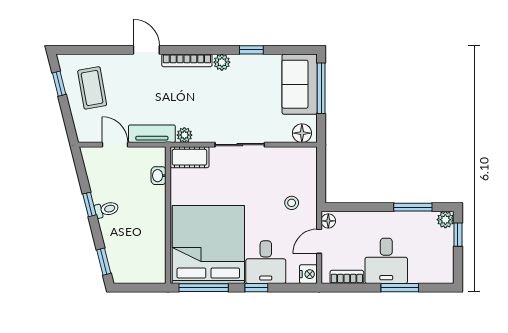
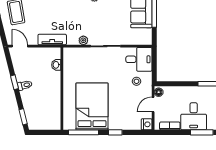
floor lamp: (302, 133) -> (143, 39), removed
plant: (184, 135) -> (83, 40), moved
door: (115, 145) -> (20, 46), moved
cot: (189, 157) -> (75, 54), removed
bed: (208, 244) -> (92, 106), width x0.73
desk: (266, 262) -> (139, 59), moved, turned -90

